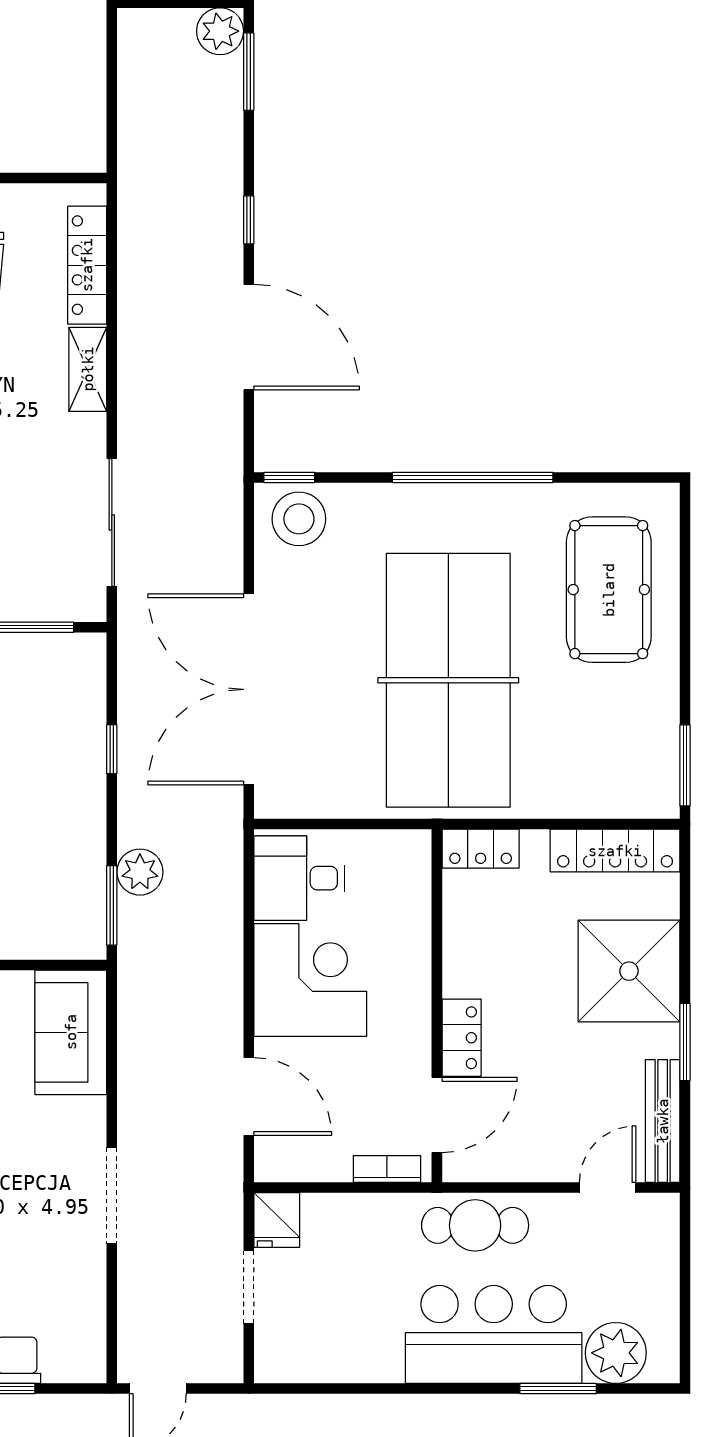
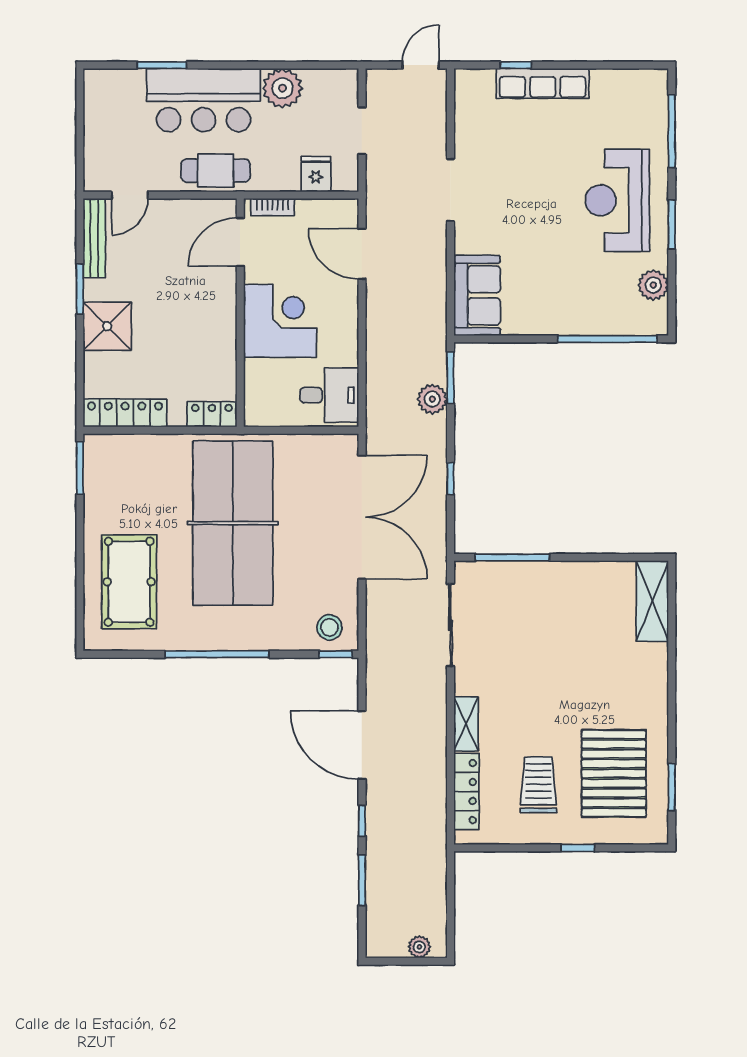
plant: (220, 31) -> (419, 947), moved, width x0.73, depth x0.73
window: (249, 72) -> (362, 880), moved
stool: (299, 519) -> (329, 627), width x0.73, depth x0.73
shower: (629, 971) -> (107, 326), width x0.73, depth x0.73
corner desk: (310, 980) -> (280, 321), moved, turned 180
locker: (462, 1038) -> (224, 292), removed
fridge: (277, 1220) -> (316, 174), moved
plant: (616, 1353) -> (282, 88), moved

